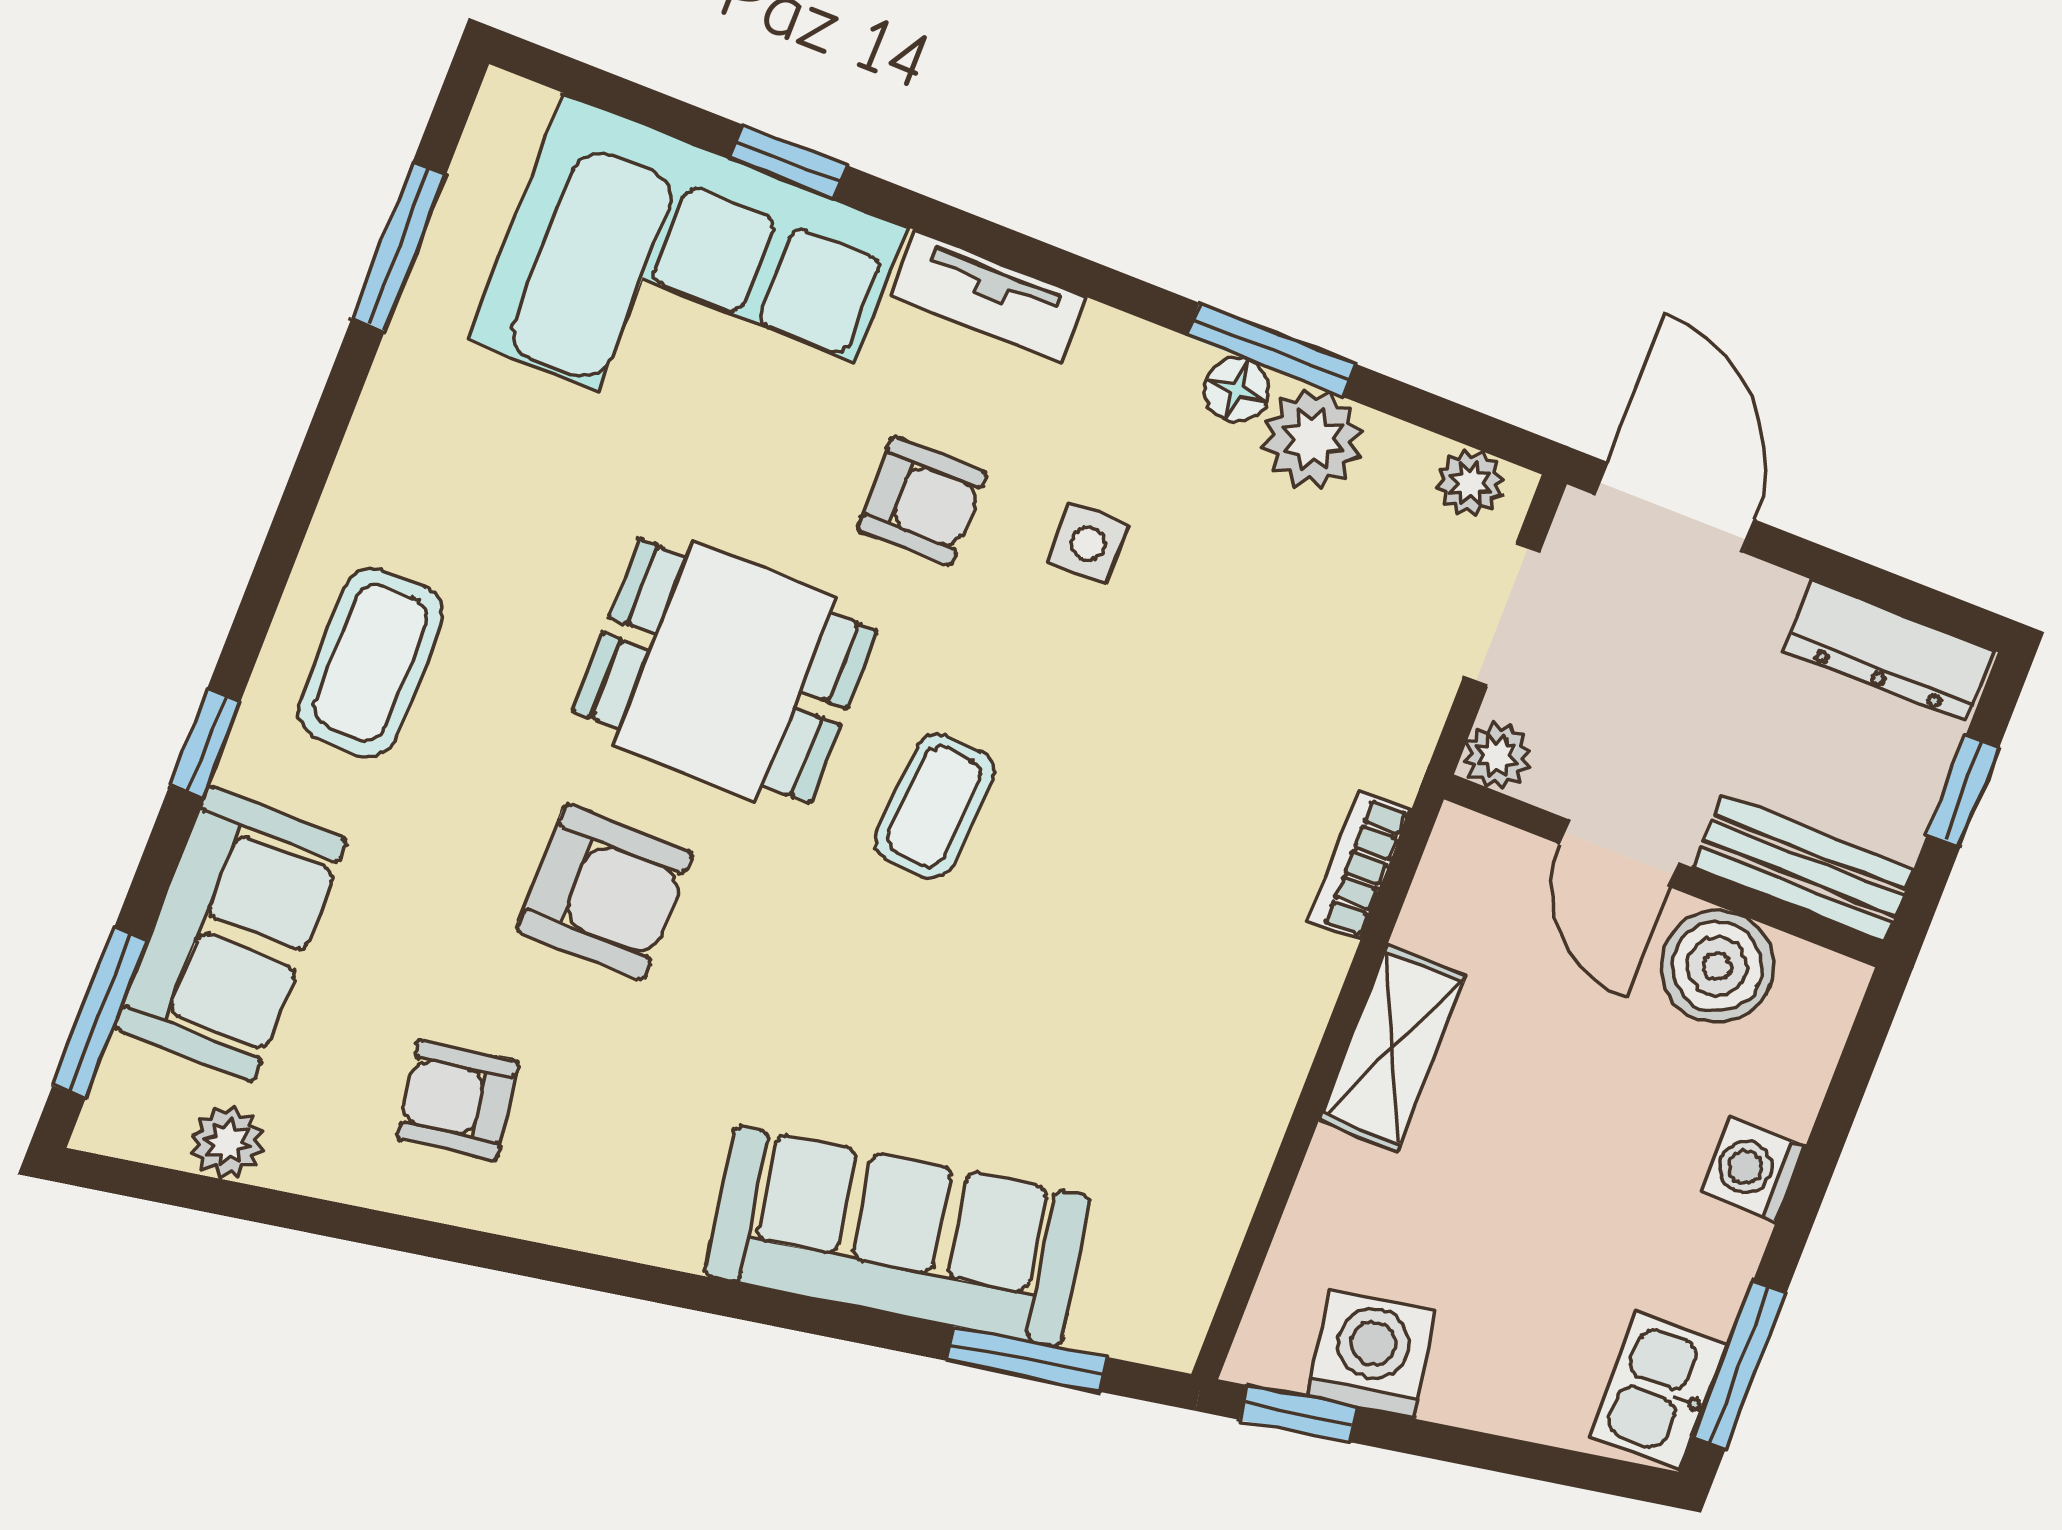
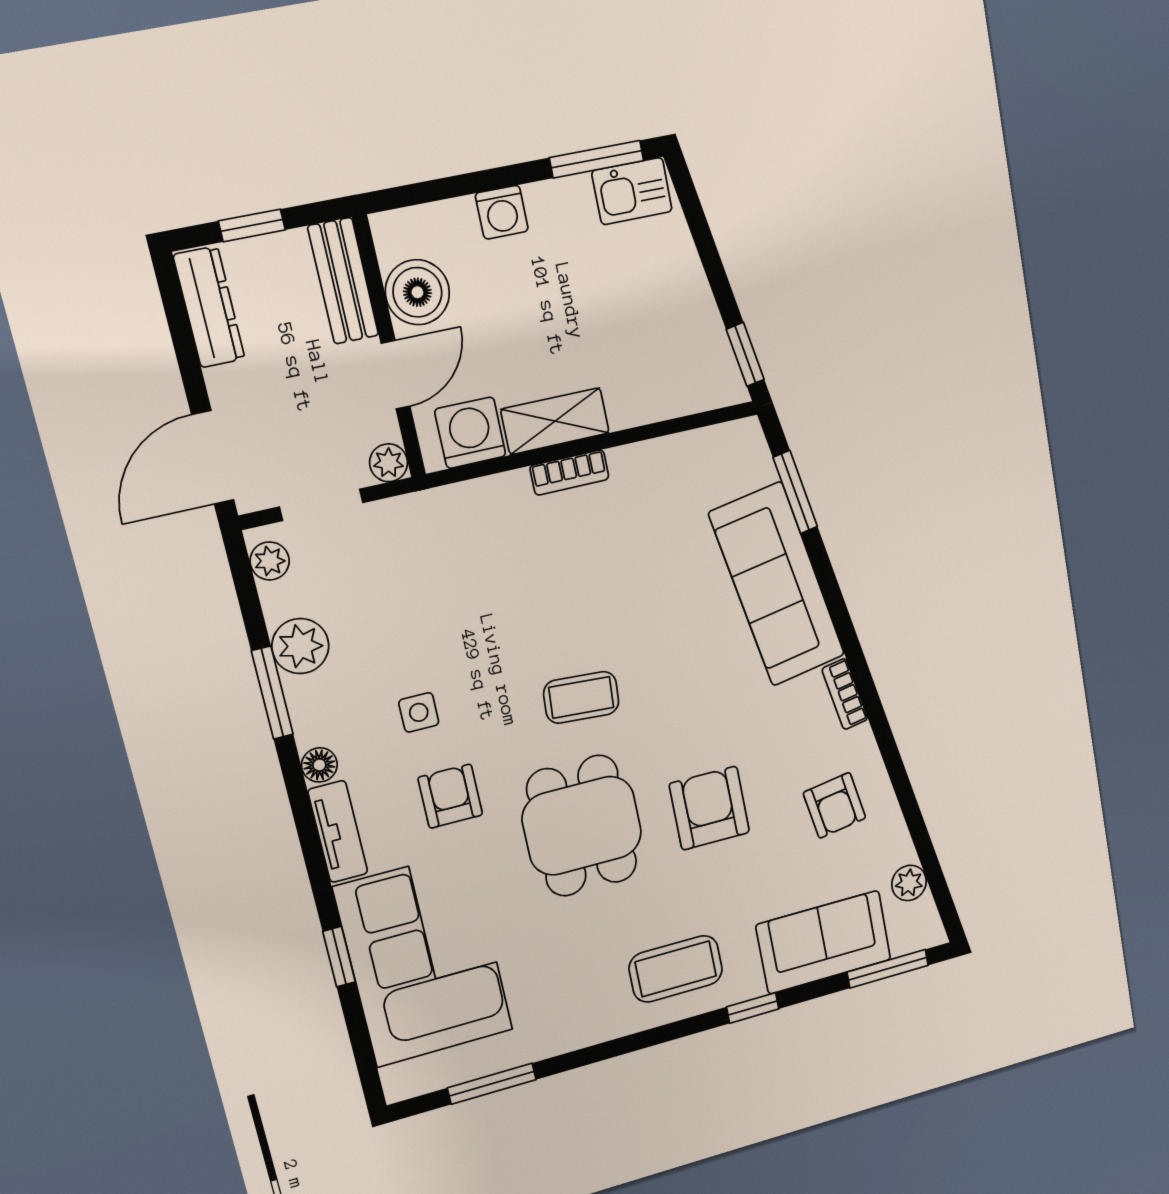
floor lamp: (1236, 390) -> (319, 765), moved
bookcase: (1359, 865) -> (569, 472), moved
bookcase: (636, 1235) -> (845, 694), added
washing machine: (1371, 1354) -> (470, 433), moved, turned 100

